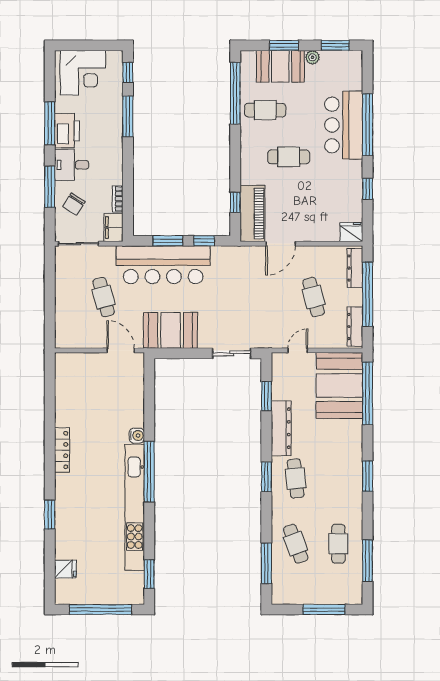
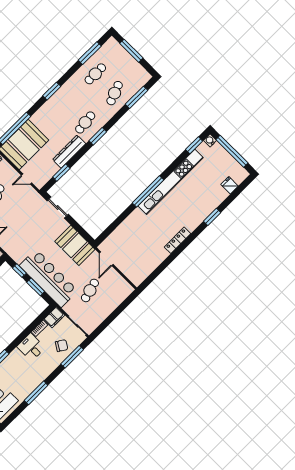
printer: (67, 131) -> (32, 382), removed
desk: (72, 165) -> (31, 347), moved, turned 180
window: (50, 187) -> (72, 357), moved
water cooler: (137, 436) -> (210, 140), moved

